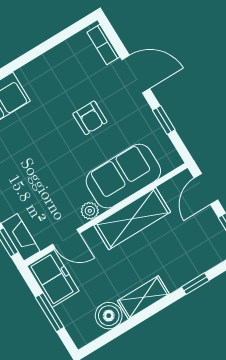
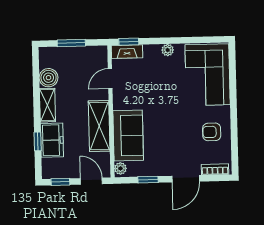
armchair: (90, 118) -> (212, 132), moved
plant: (90, 211) -> (120, 168), moved
freezer: (53, 278) -> (52, 140), moved, turned -90

